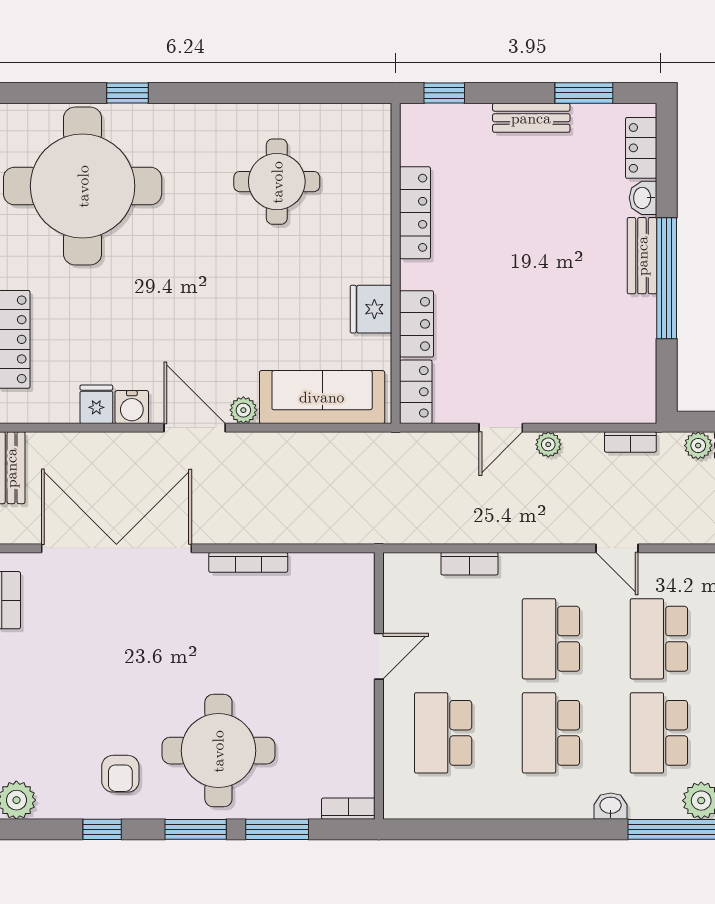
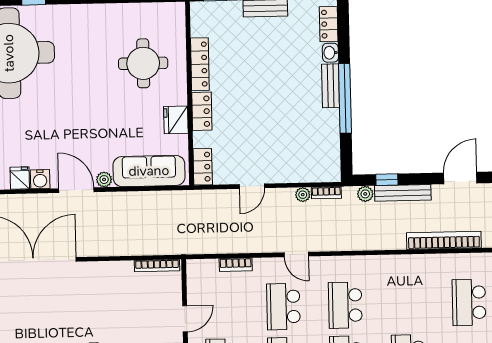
round table: (277, 182) -> (143, 63), moved
locker: (417, 324) -> (202, 111), moved
plant: (548, 444) -> (303, 195), moved
door: (617, 548) -> (296, 254), moved
bookcase: (248, 562) -> (157, 266), moved

